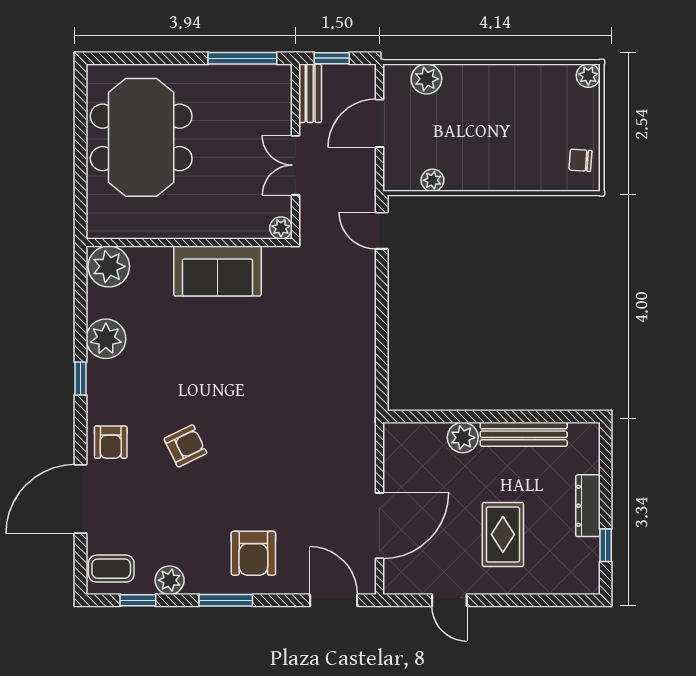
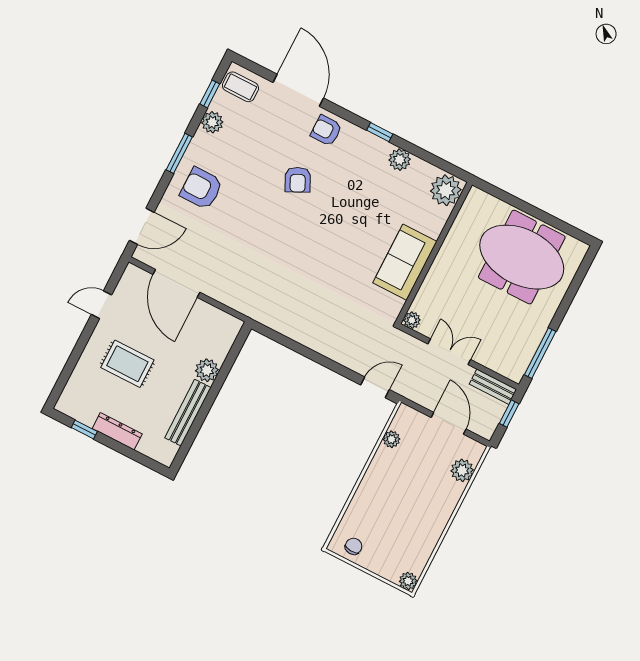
plant: (106, 339) -> (400, 160), width x0.73, depth x0.73
coffee table: (111, 569) -> (240, 87), turned 90

